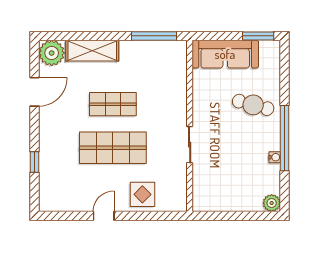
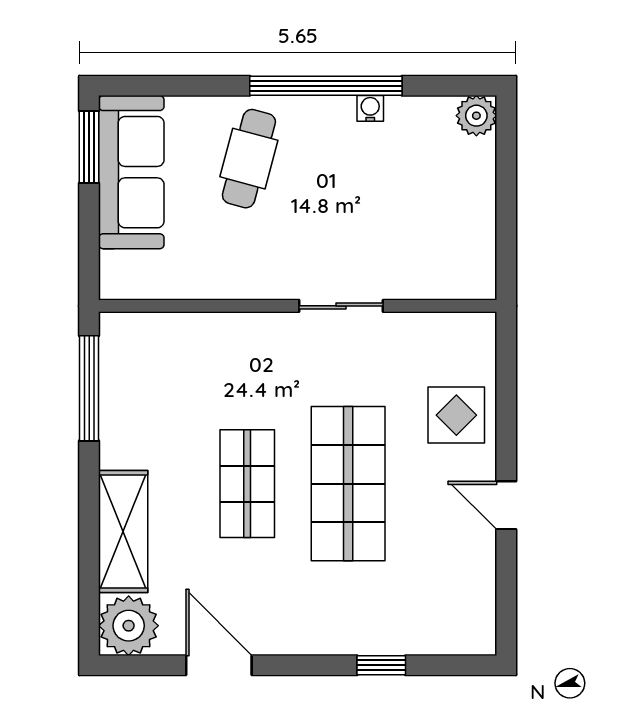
sofa: (225, 54) -> (131, 172), moved

